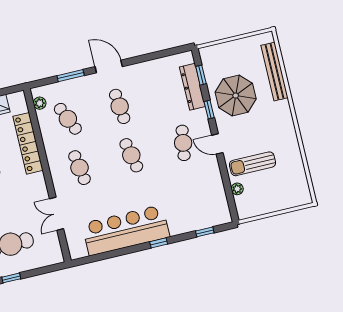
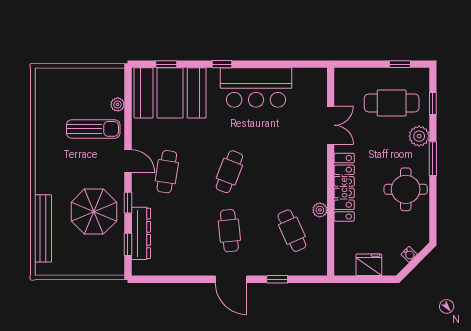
window: (71, 76) -> (277, 279), width x0.67
plant: (40, 103) -> (320, 210), moved
locker: (28, 143) -> (344, 187), moved
cafe table: (131, 155) -> (229, 172), turned 33
cafe table: (79, 168) -> (292, 172), removed
booth: (196, 209) -> (170, 93), added
bar counter: (126, 230) -> (256, 88), width x0.73

